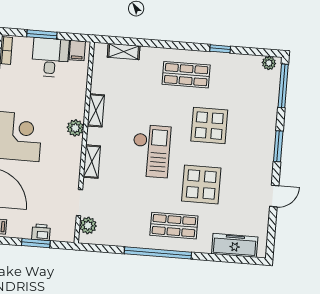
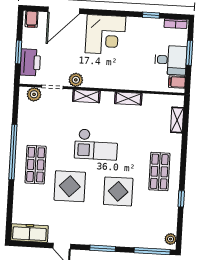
plant: (75, 128) -> (76, 80), moved
printer: (41, 232) -> (30, 62), width x1.87, depth x1.48
freezer: (235, 245) -> (29, 233), moved, turned -90

